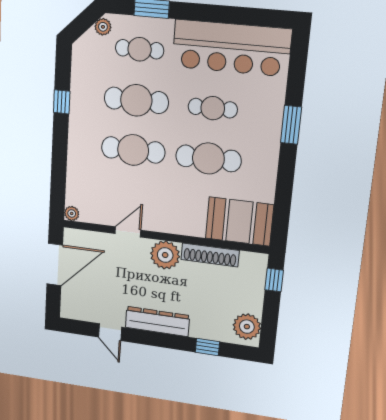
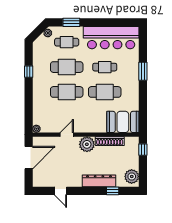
dresser: (157, 321) -> (99, 181), moved

